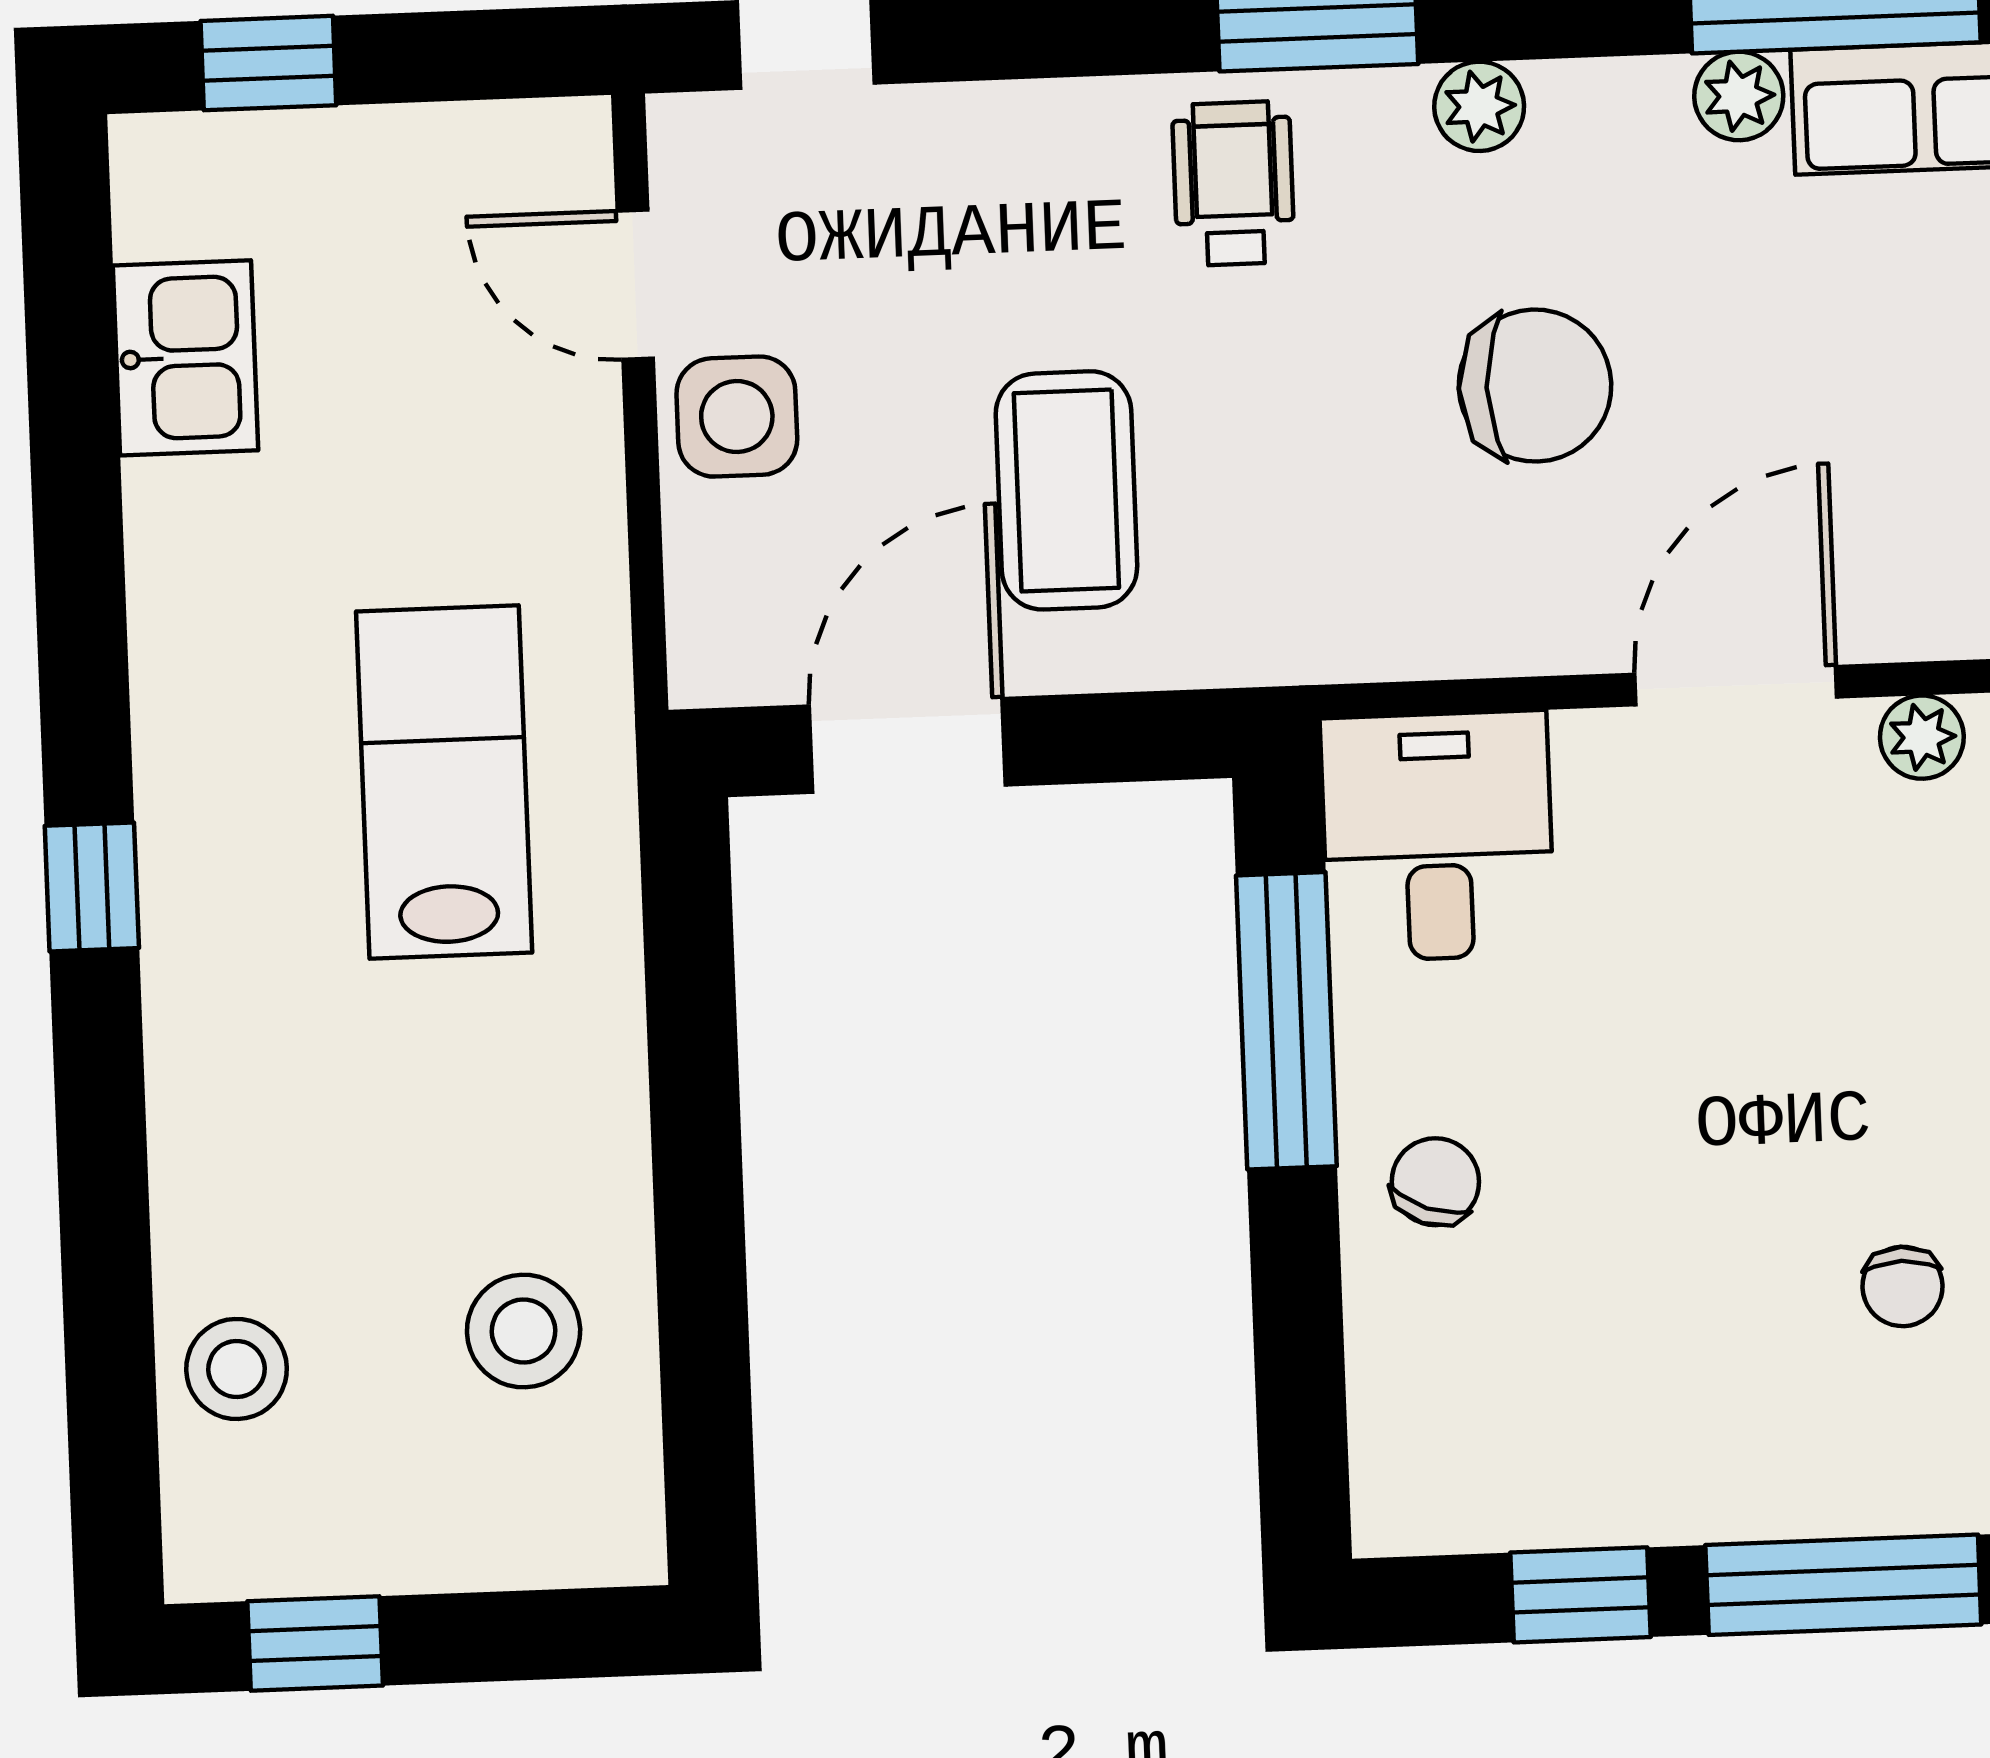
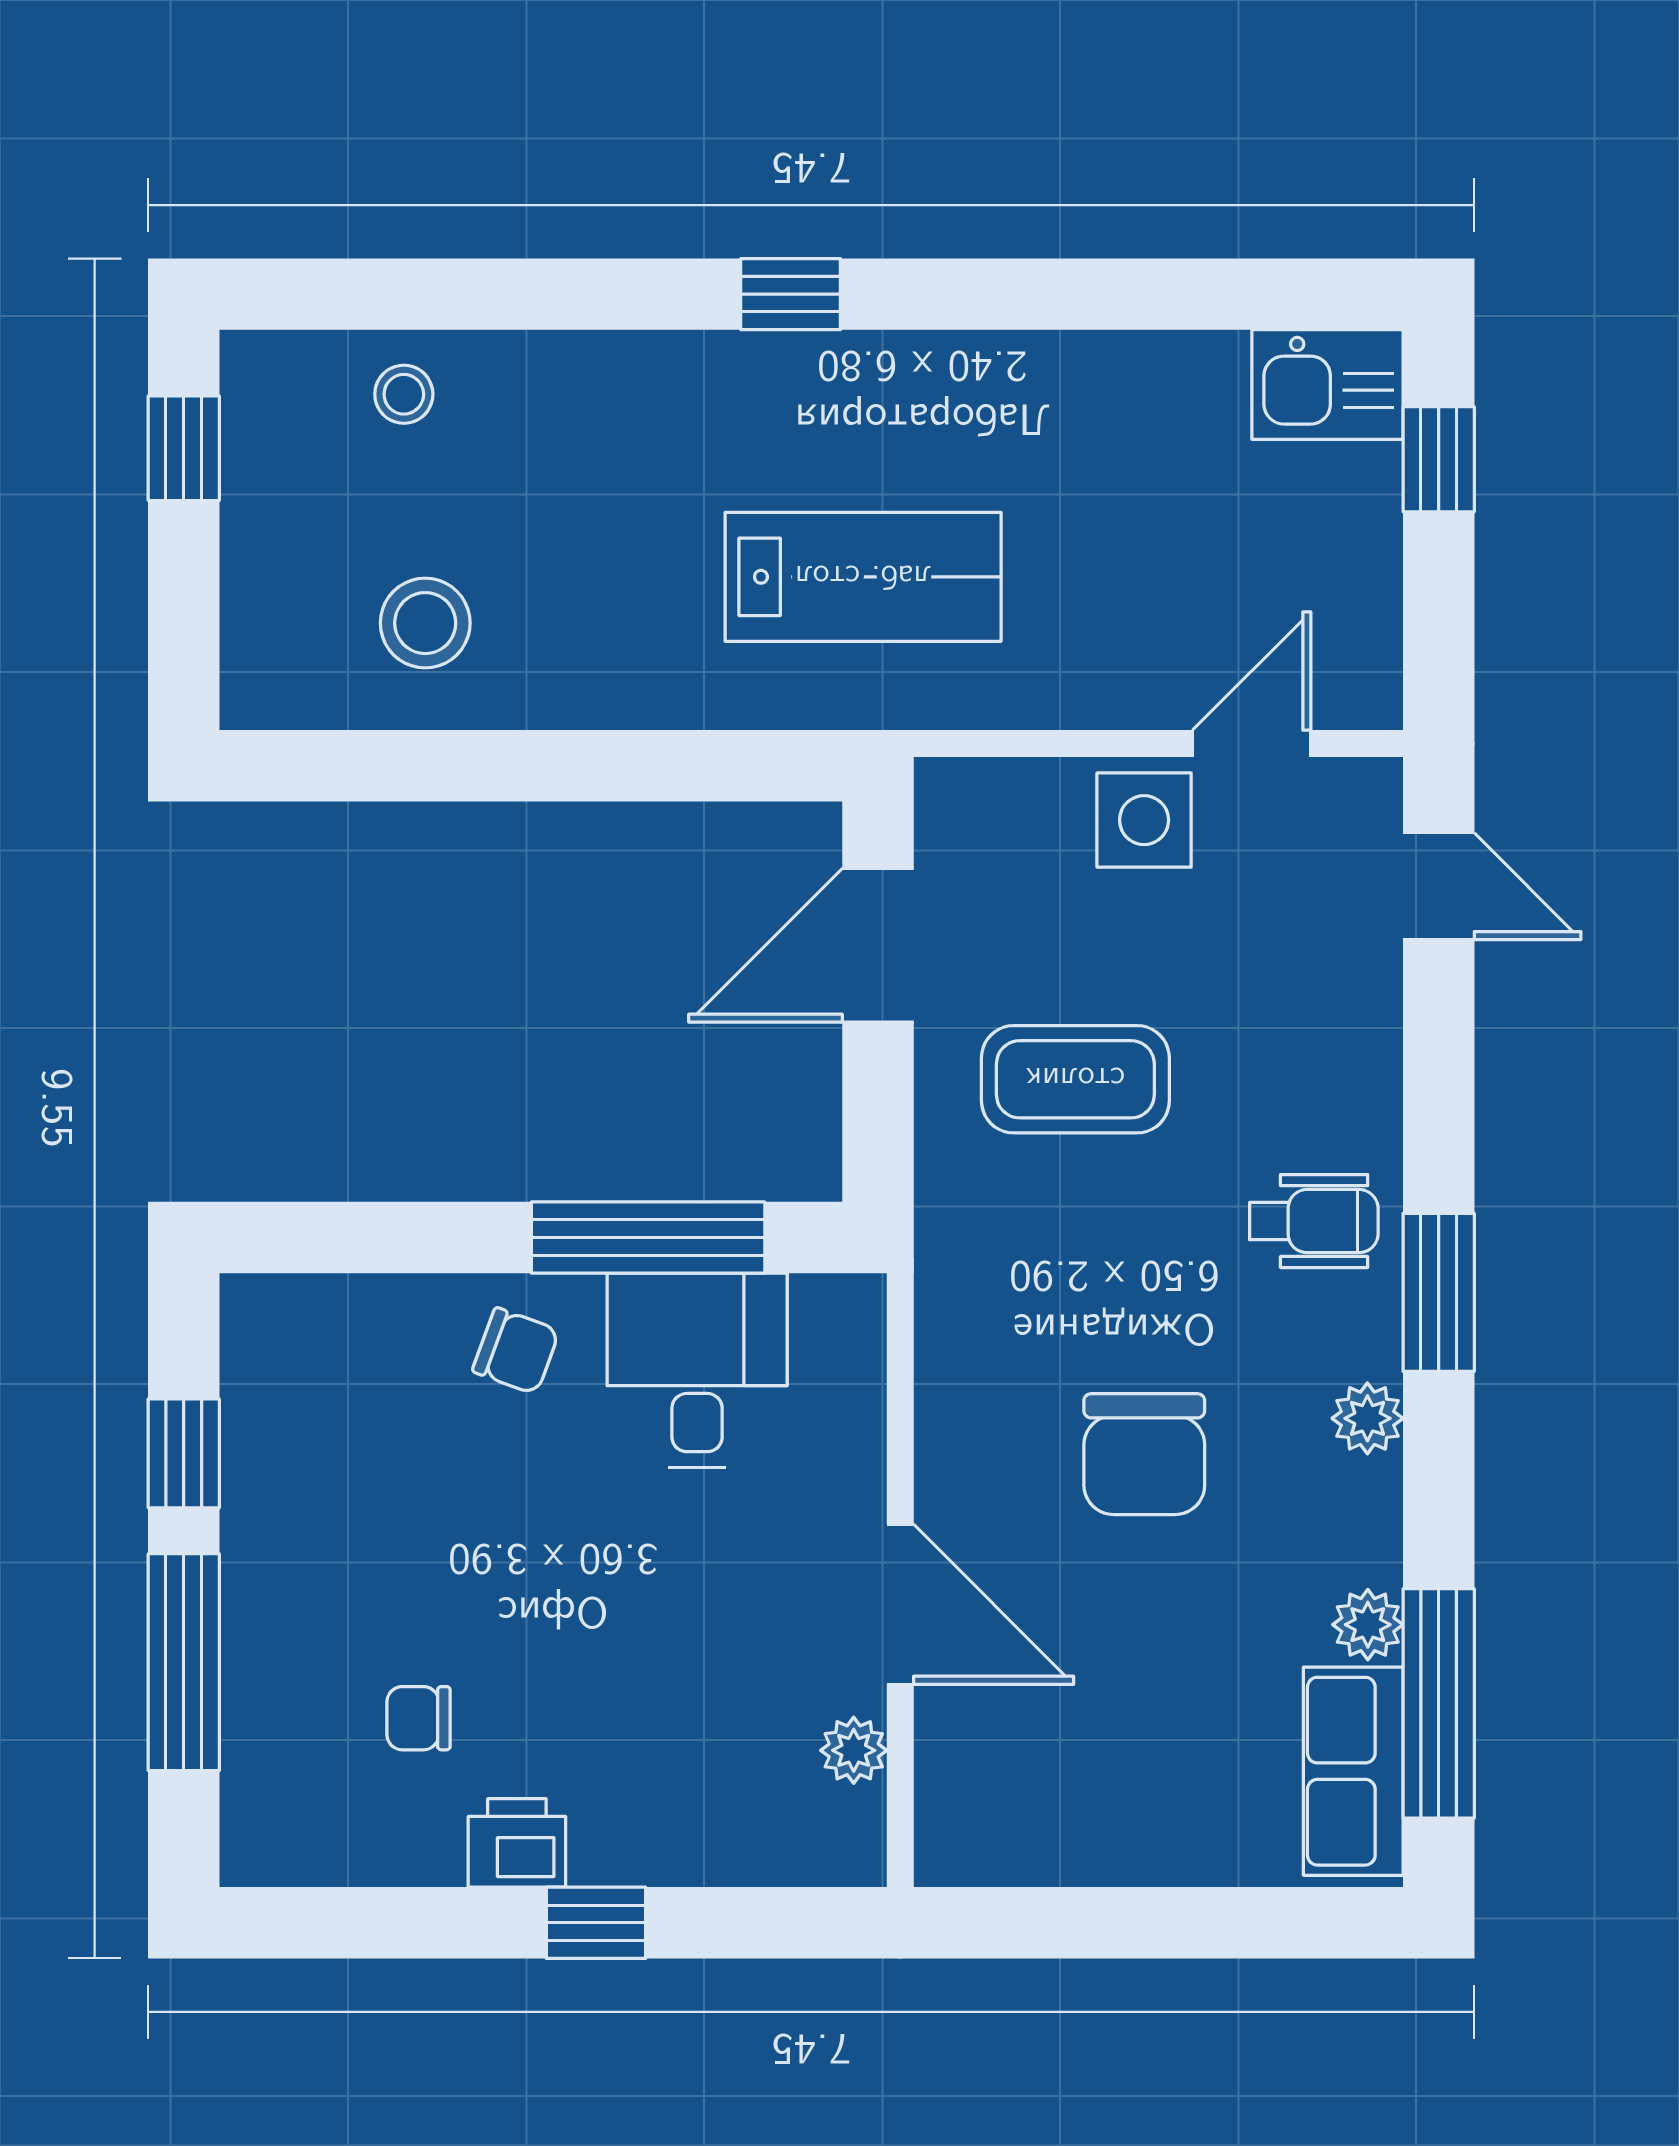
kitchen sink: (185, 358) -> (1327, 385), moved
door: (907, 745) -> (878, 945), swing flipped
desk: (1438, 836) -> (697, 1370), moved, turned -90
stool: (237, 1369) -> (404, 394), width x0.73, depth x0.73

